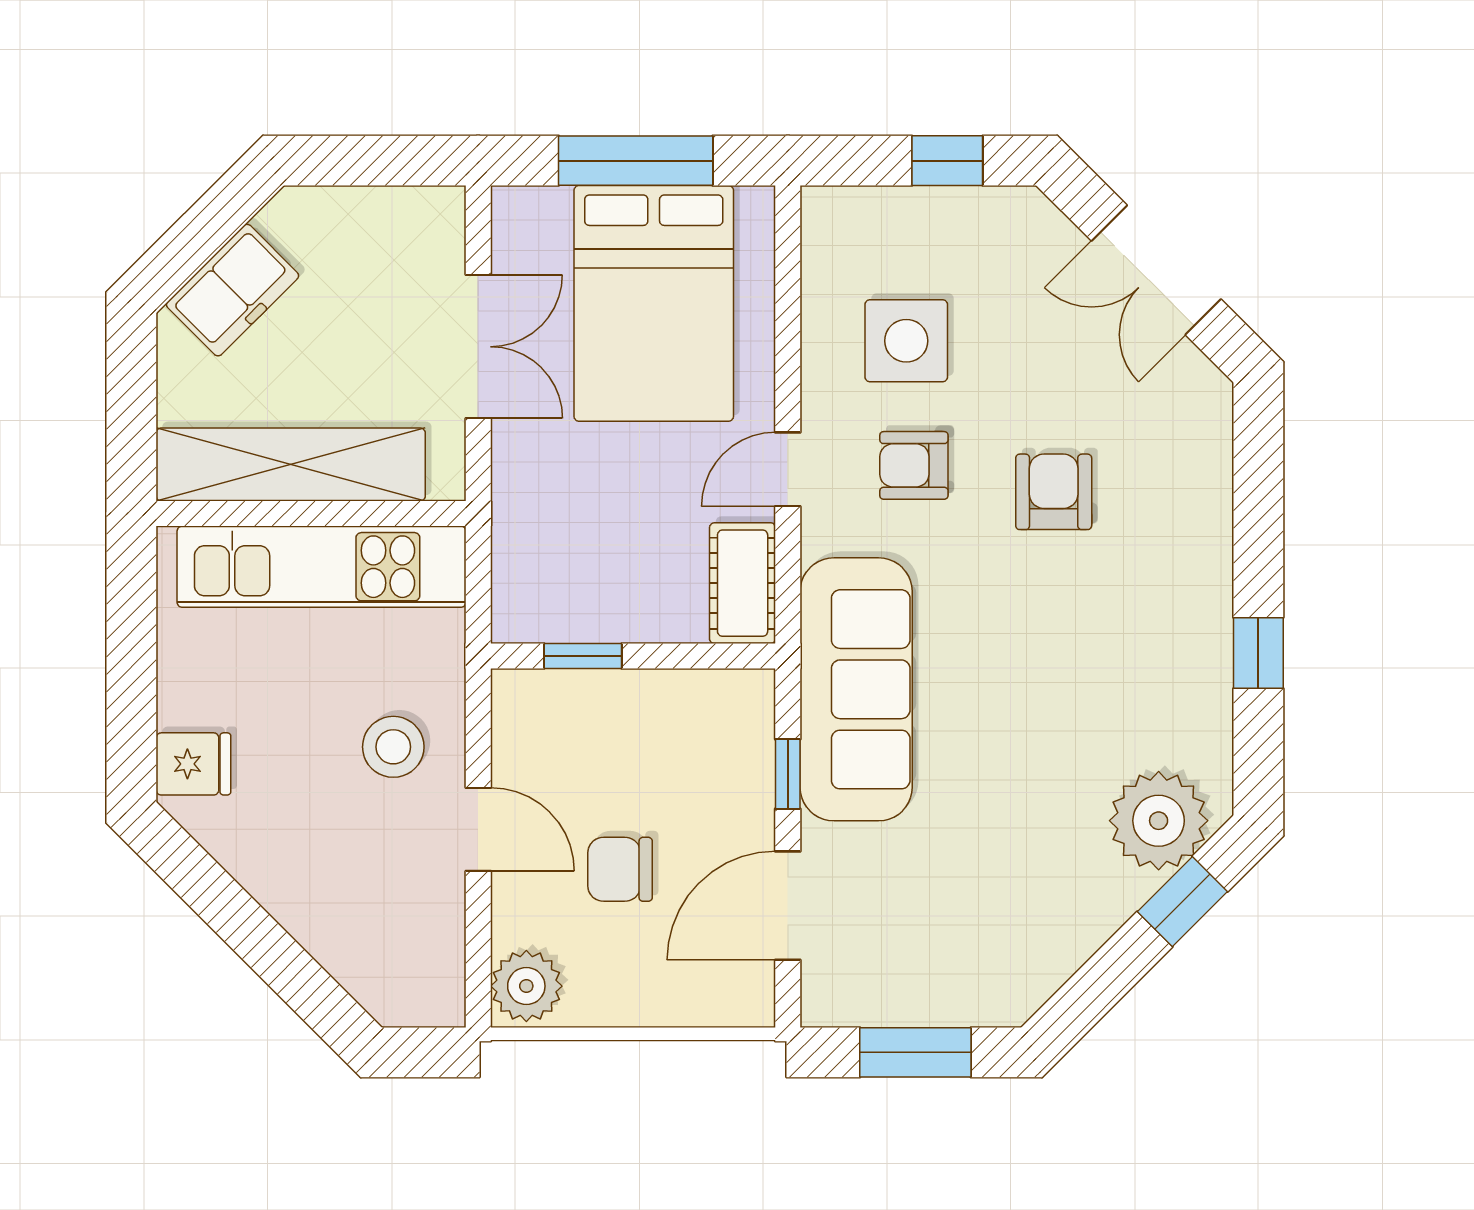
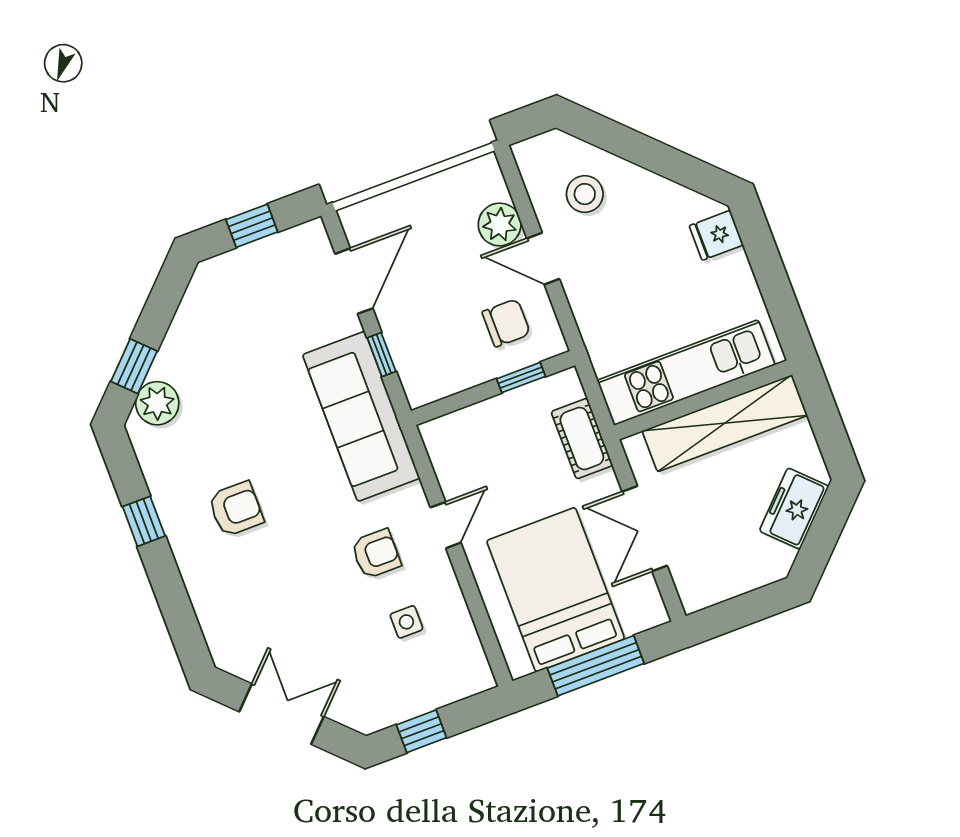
side table: (906, 341) -> (406, 622), width x0.54, depth x0.54
armchair: (1054, 492) -> (236, 509), moved, turned -90
cot: (743, 583) -> (582, 439), moved
stool: (393, 747) -> (585, 194), moved
plant: (1159, 821) -> (157, 403), width x0.73, depth x0.73
chair: (620, 869) -> (506, 323), moved
plant: (526, 986) -> (500, 224), moved
window: (915, 1052) -> (252, 226), width x0.67

